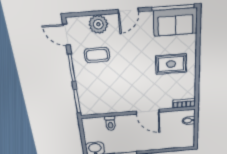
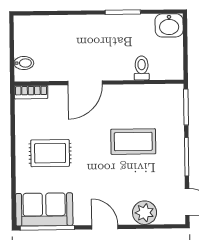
door: (128, 11) -> (105, 227), hinge flipped
coffee table: (97, 55) -> (133, 142), moved, width x1.36, depth x1.30
door: (148, 112) -> (85, 83), swing flipped

